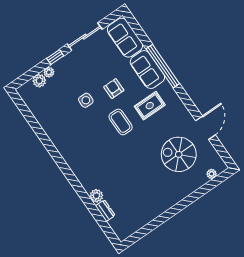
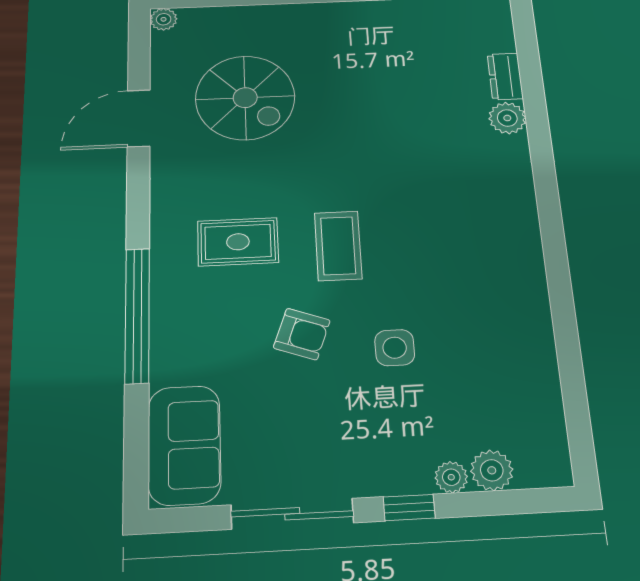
sofa: (147, 70) -> (182, 330), removed
armchair: (114, 89) -> (302, 334), turned -70
plant: (212, 174) -> (164, 19), moved

